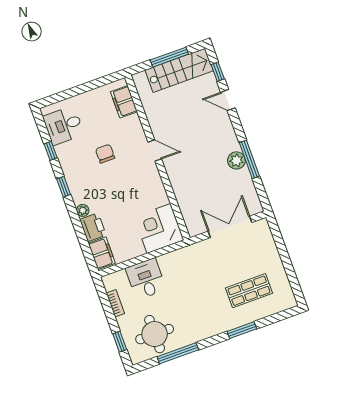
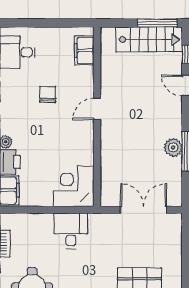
window: (169, 57) -> (157, 23), moved
door: (155, 150) -> (97, 109), swing flipped
desk: (146, 279) -> (71, 231), moved

